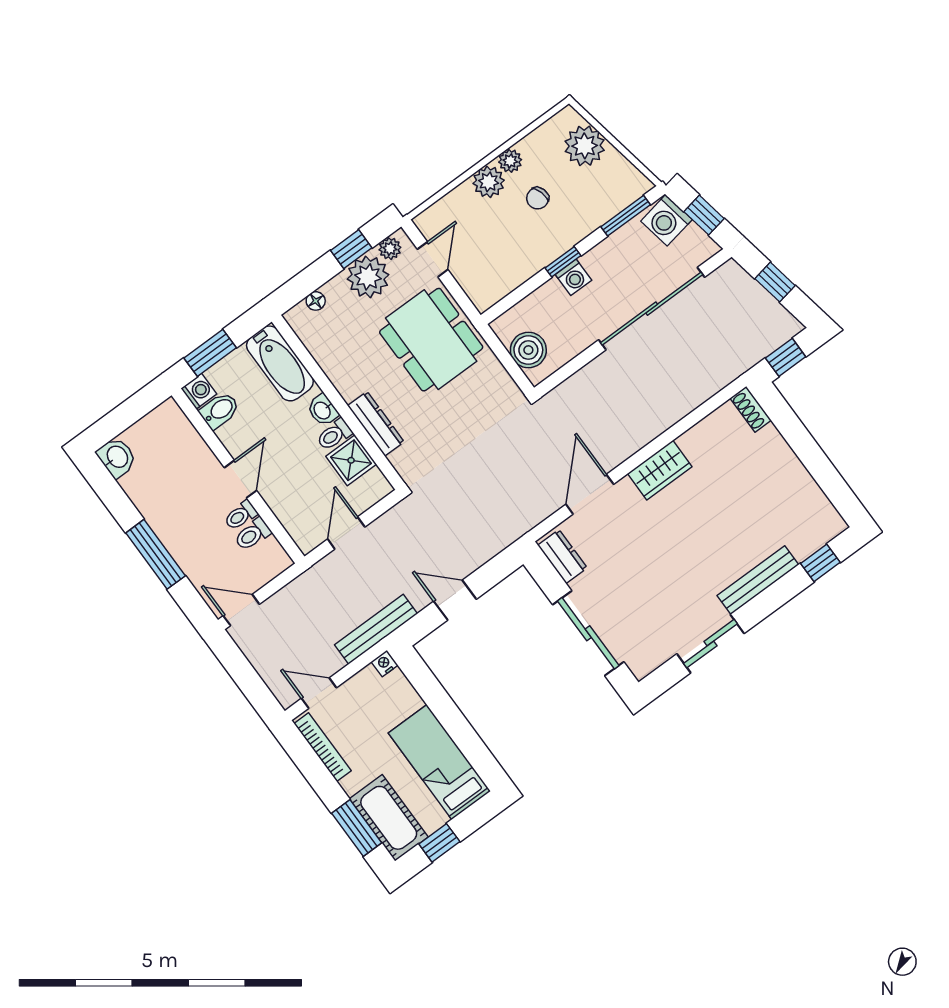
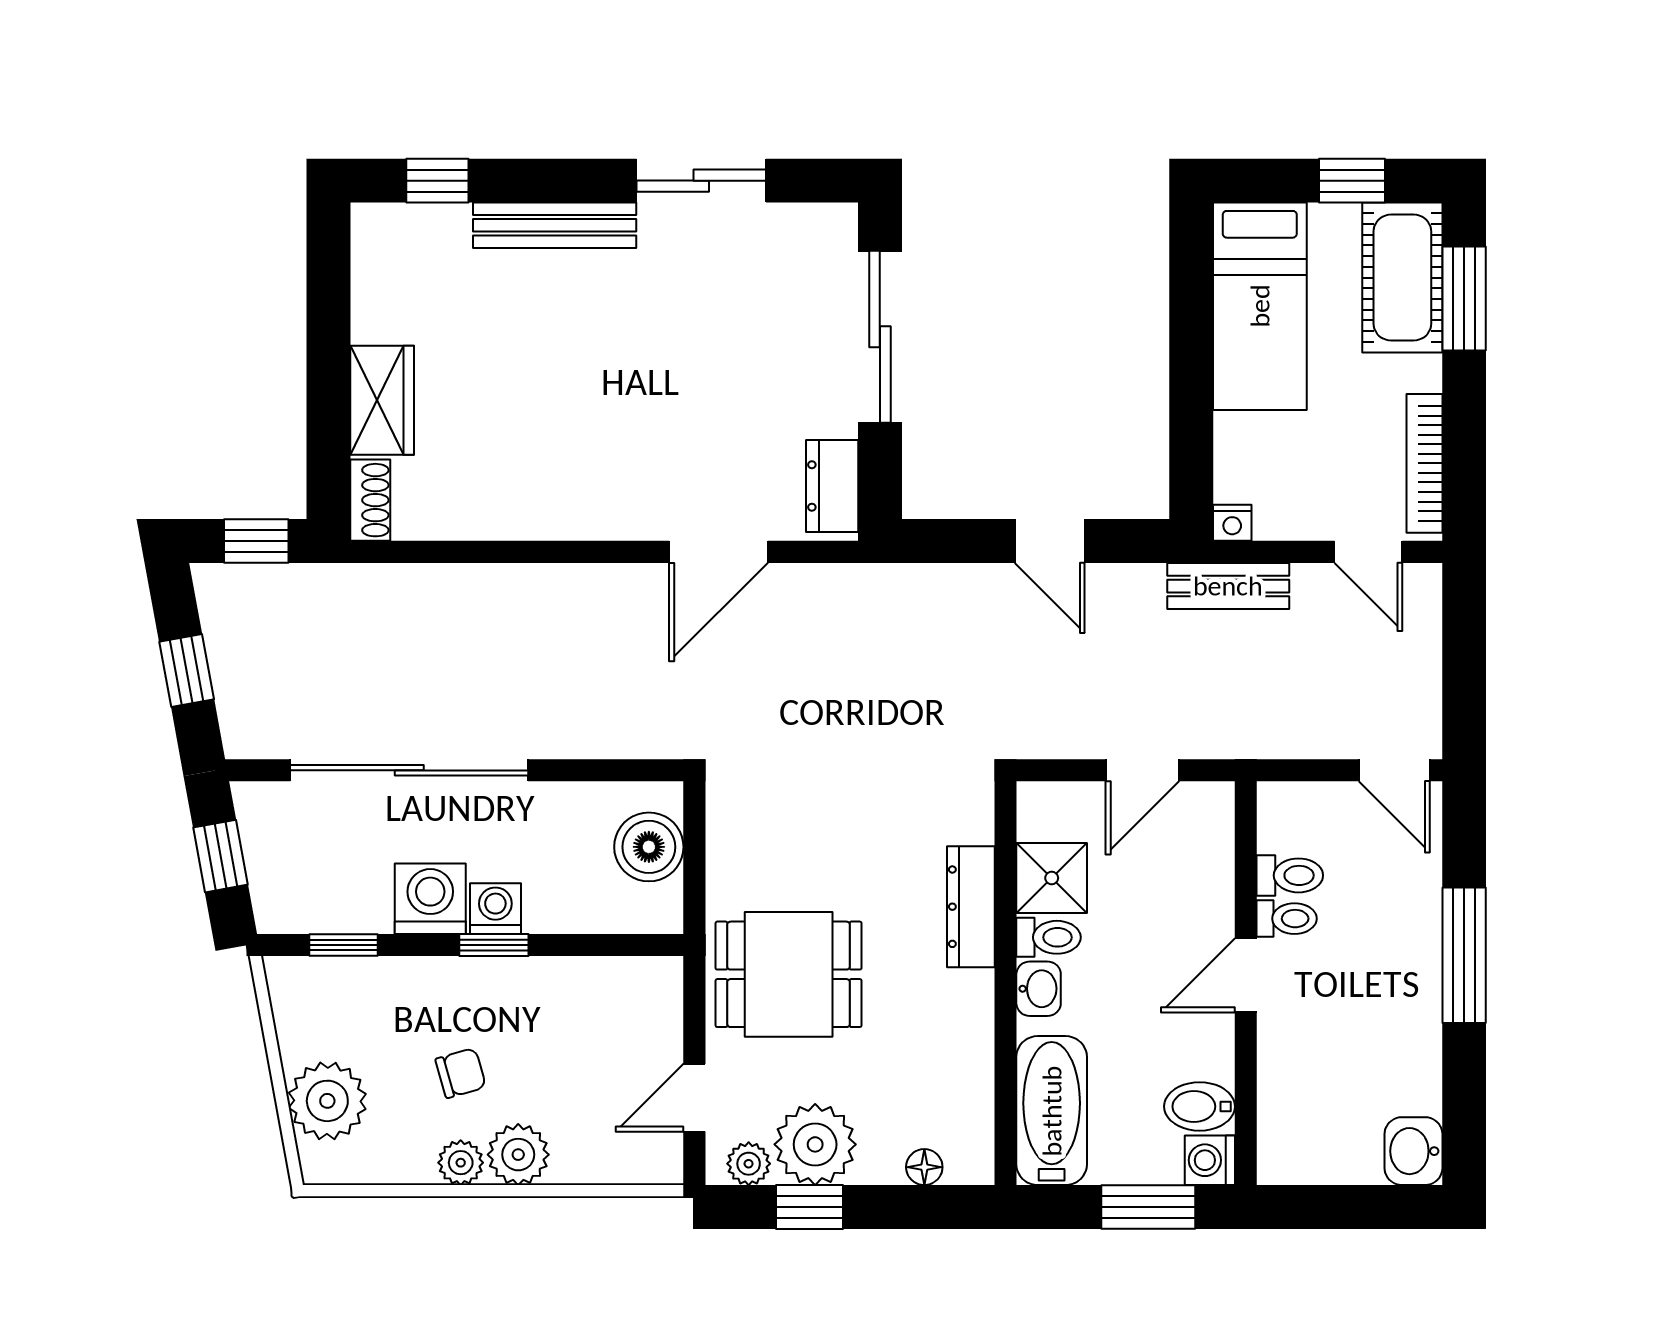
window: (626, 216) -> (344, 945), width x0.67
washing machine: (666, 220) -> (430, 899), moved, turned -80
dining table: (431, 340) -> (789, 974), width x0.73
wardrobe: (660, 470) -> (382, 400), moved, turned 90
bench: (376, 629) -> (1228, 586), width x0.73

